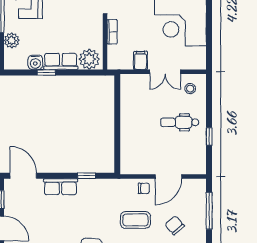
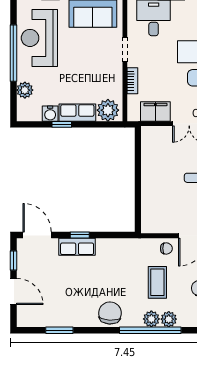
filing cabinet: (141, 60) -> (155, 111), width x2.00
window: (87, 176) -> (80, 235), moved
coffee table: (135, 220) -> (157, 282), turned 90

